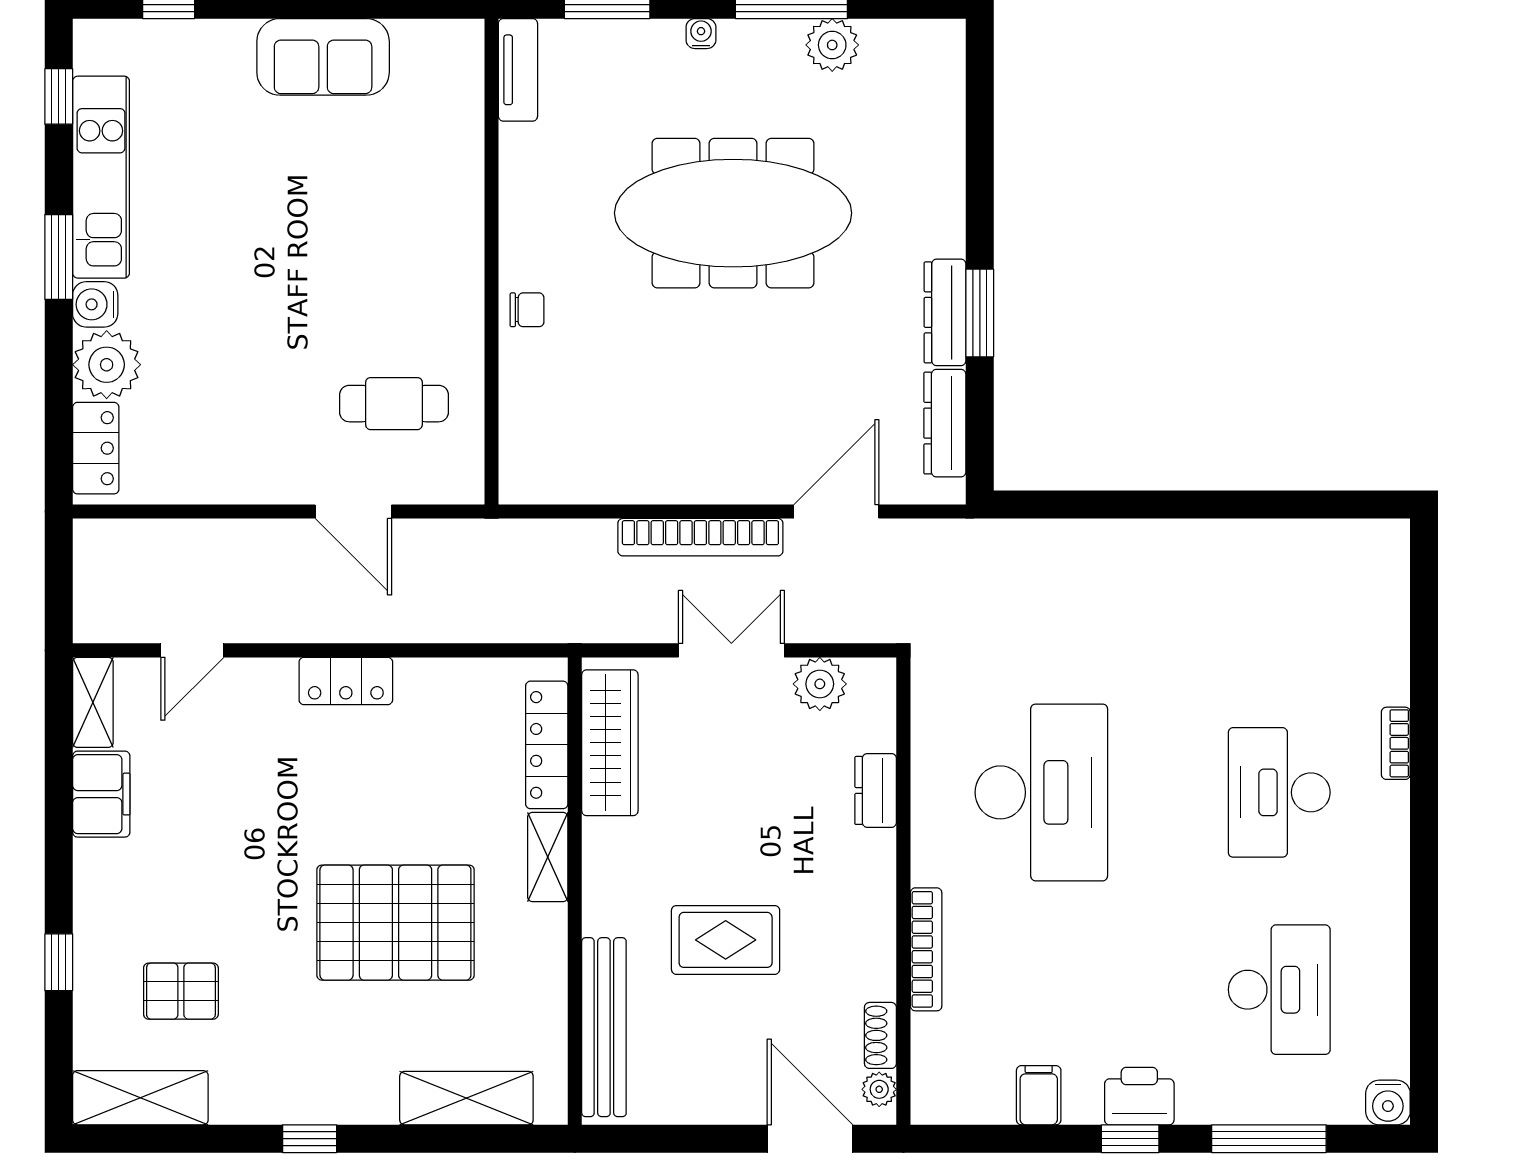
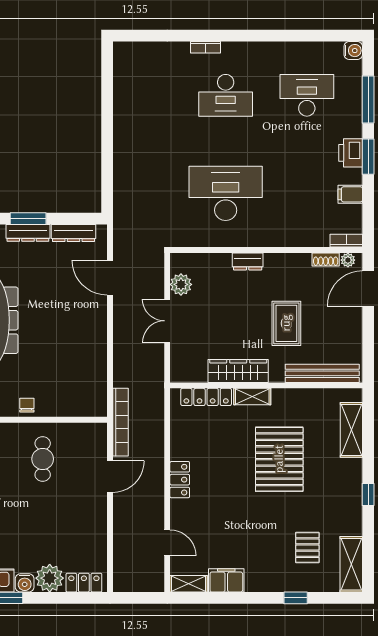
cafe table: (394, 404) -> (43, 459), moved
bookcase: (700, 537) -> (121, 422), moved
wardrobe: (610, 743) -> (238, 371), moved
dresser: (876, 790) -> (248, 261), moved
bookcase: (926, 949) -> (346, 241), moved, width x0.64
window: (1130, 1139) -> (368, 157), width x1.50

